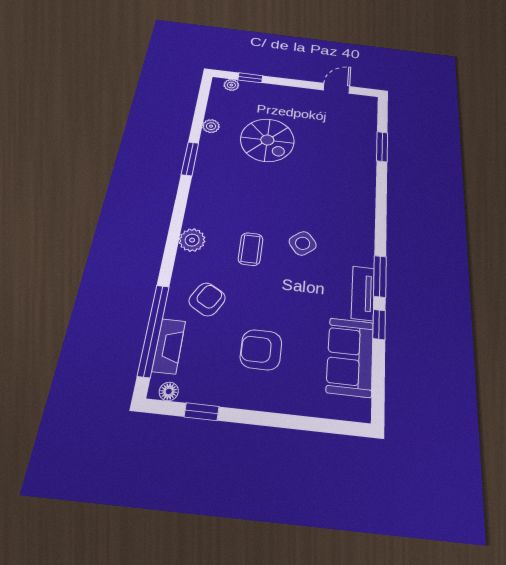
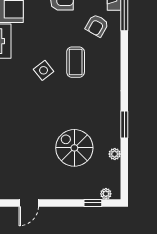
plant: (192, 240) -> (112, 64), removed
coffee table: (251, 249) -> (76, 62), width x1.36, depth x1.30

